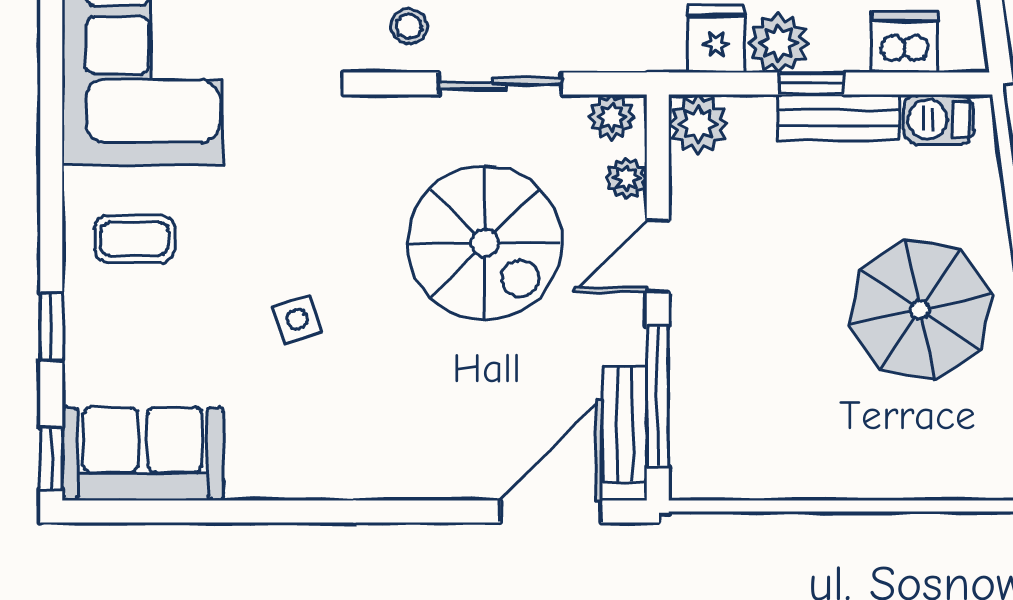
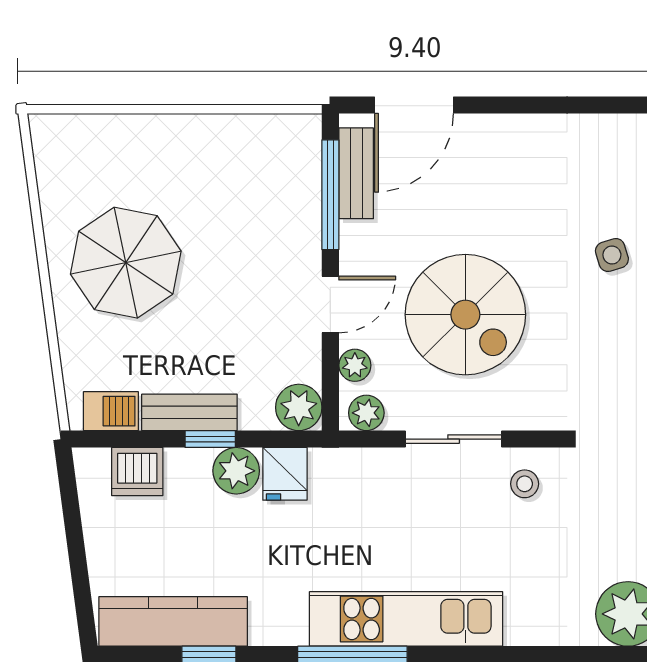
spiral stairs: (485, 243) -> (465, 315), turned 180

